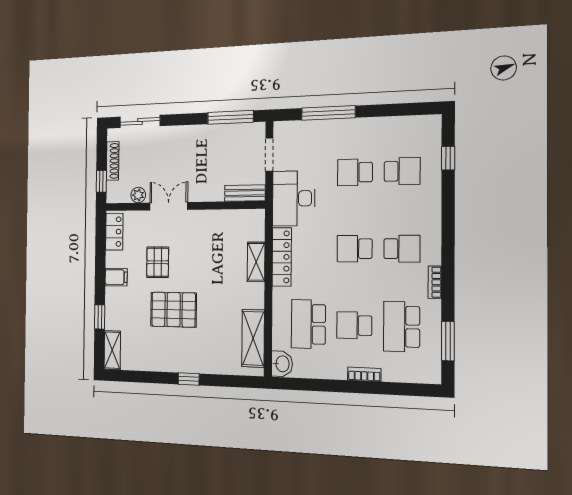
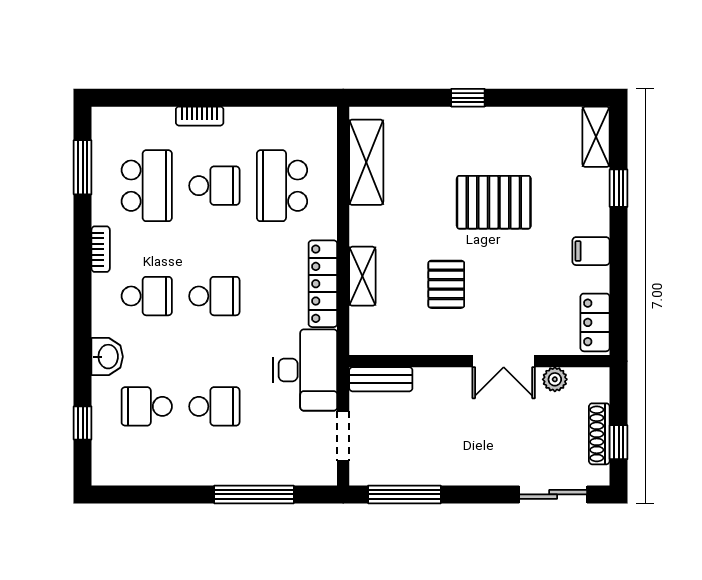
window: (101, 181) -> (619, 442), moved
school desk: (402, 249) -> (147, 296), turned 180
pallet: (158, 262) -> (446, 284), moved
school desk: (308, 324) -> (282, 186), turned 180
washbasin: (282, 364) -> (107, 357), moved, turned 180

